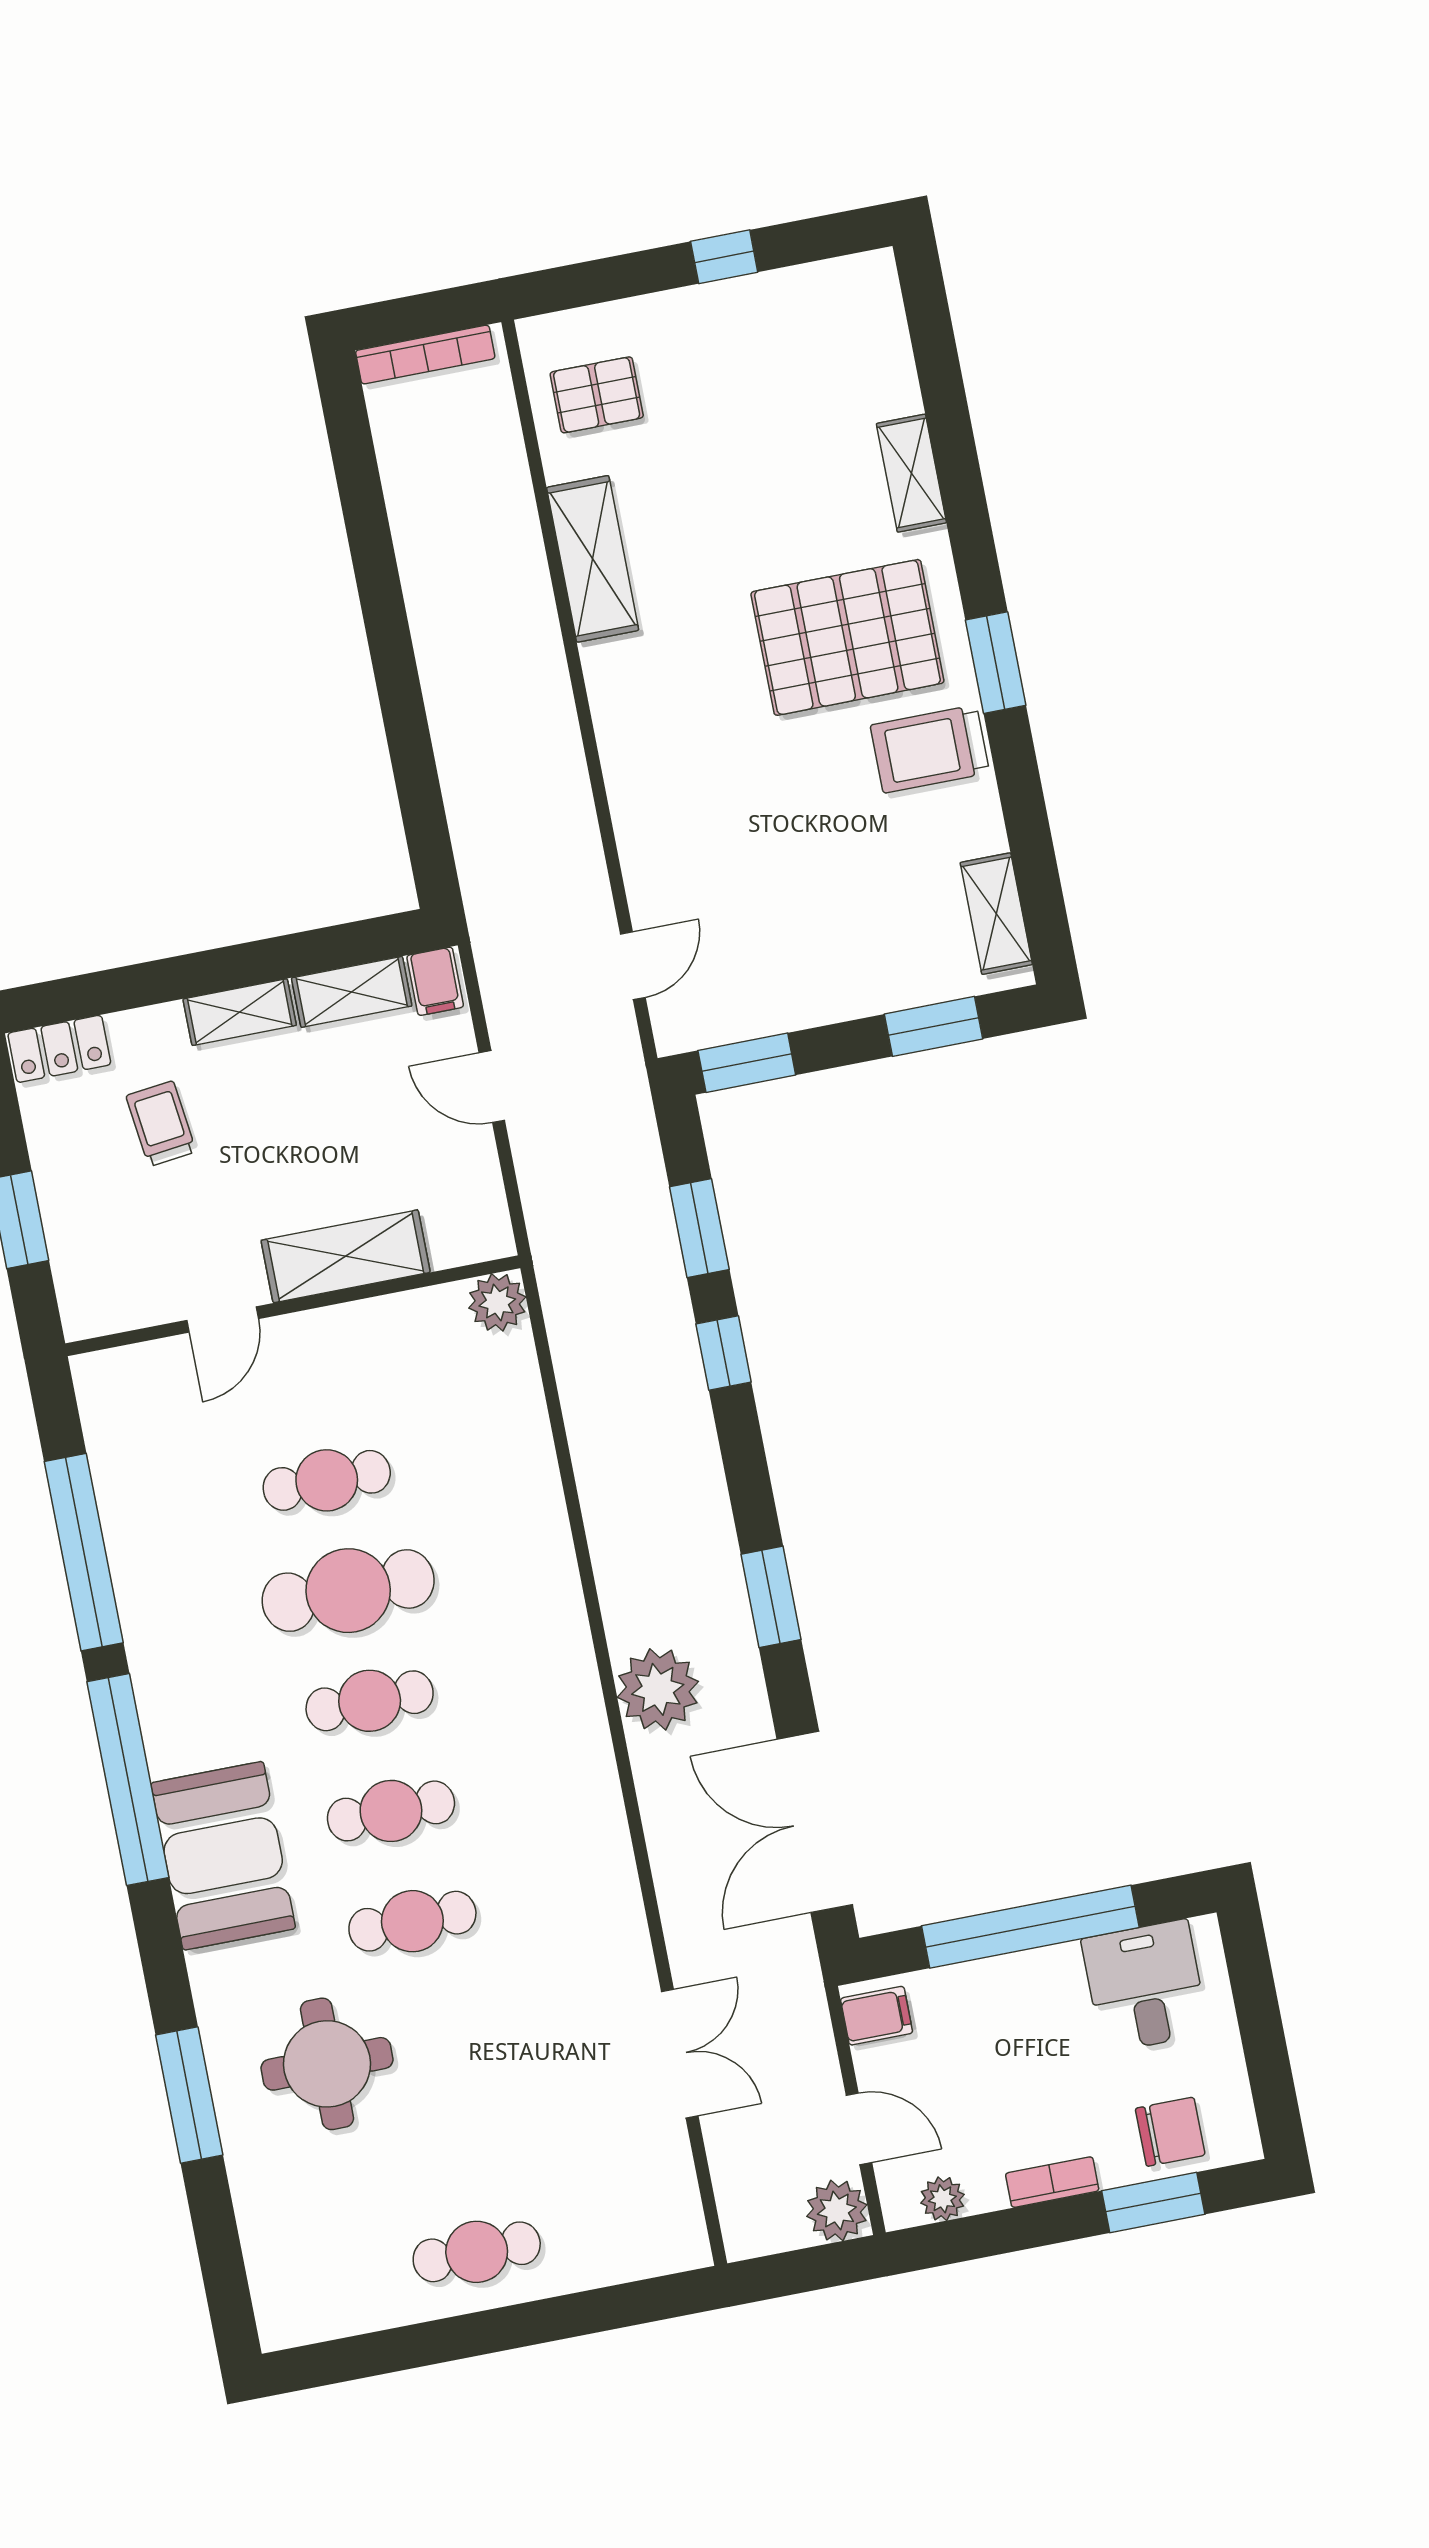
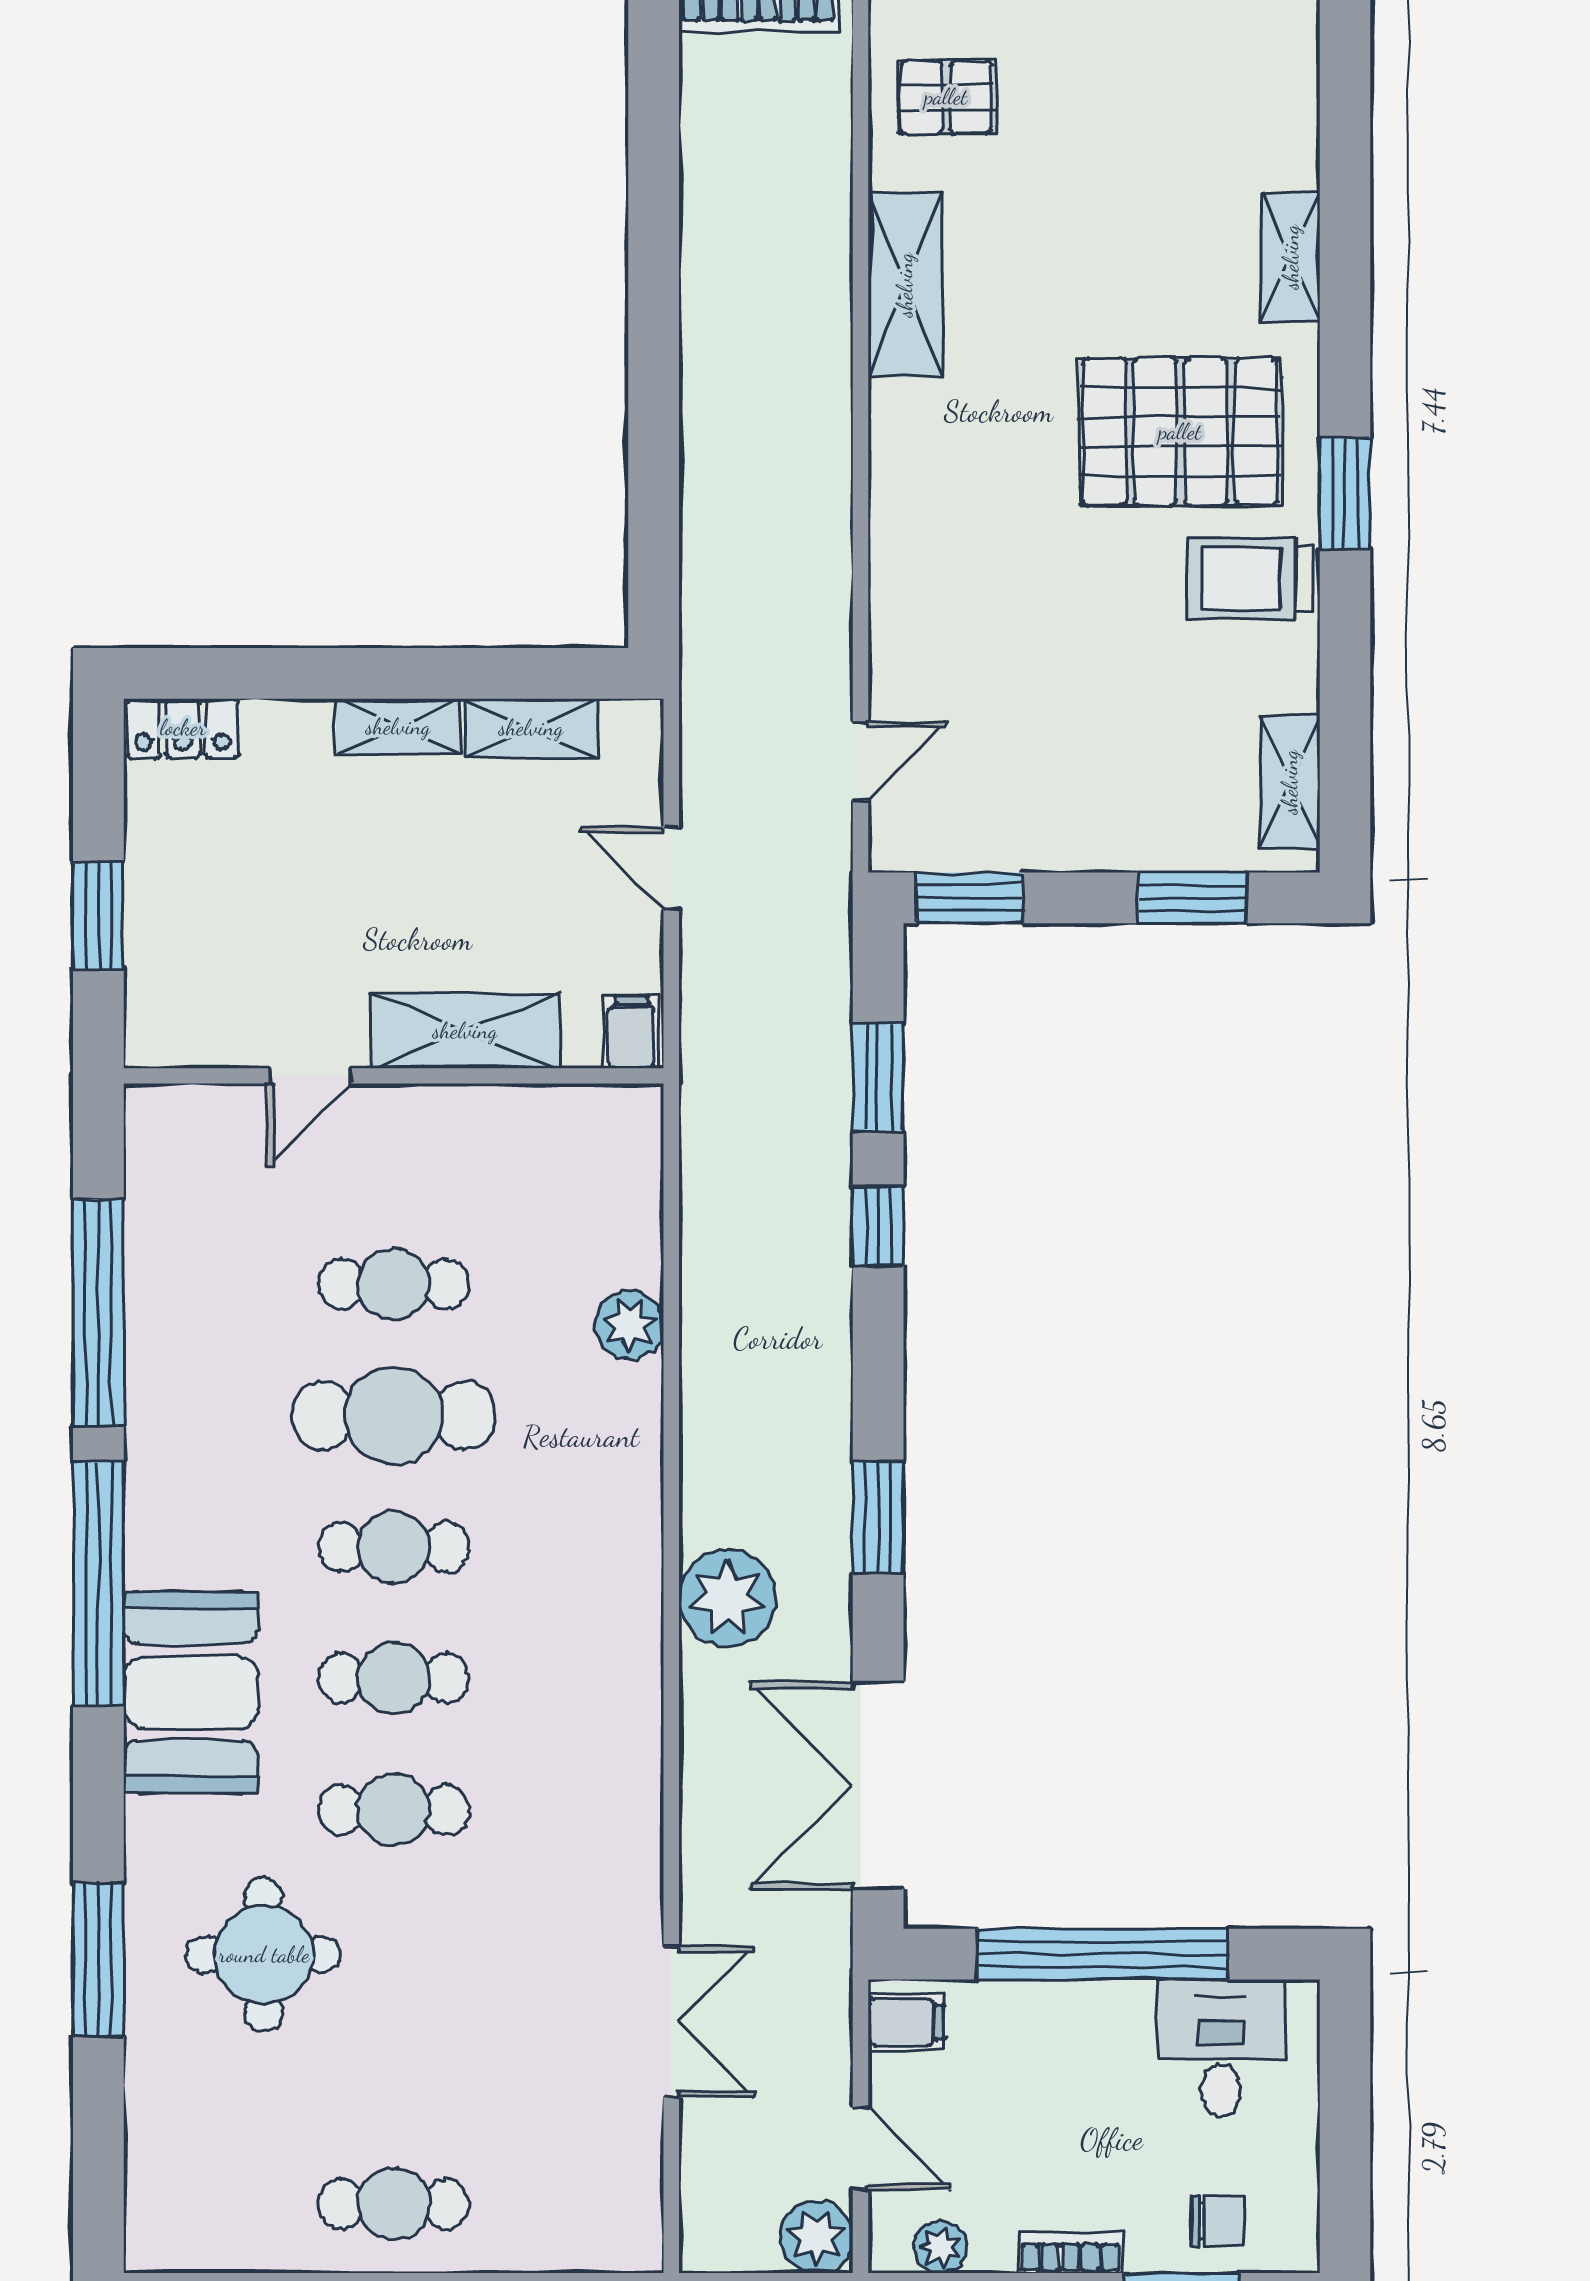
filing cabinet: (435, 981) -> (631, 1032), moved, turned 180
trolley: (161, 1124) -> (283, 837), removed
plant: (497, 1302) -> (629, 1325), moved
chair: (1170, 2132) -> (1217, 2221), width x0.73, depth x0.73

